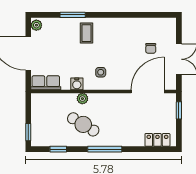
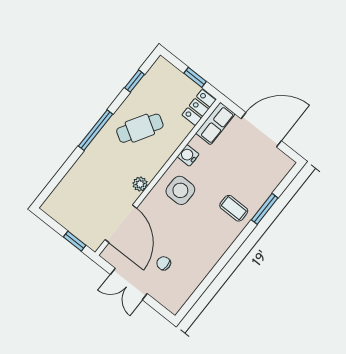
plant: (36, 25) -> (284, 162), removed
side table: (101, 72) -> (180, 190), width x1.87, depth x1.87
plant: (82, 99) -> (140, 184), moved
window: (28, 132) -> (195, 77), moved
locker: (157, 140) -> (199, 107), moved, turned 180

